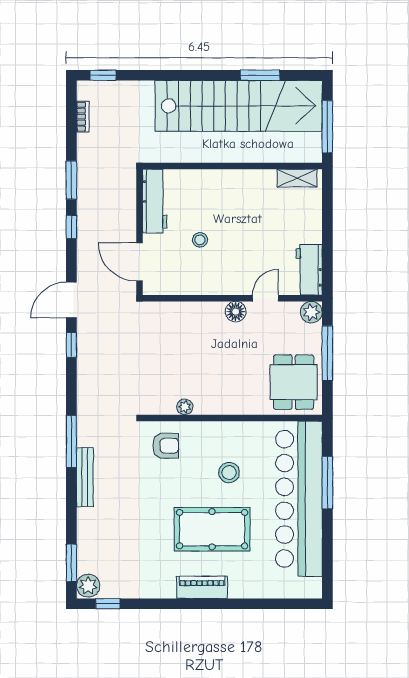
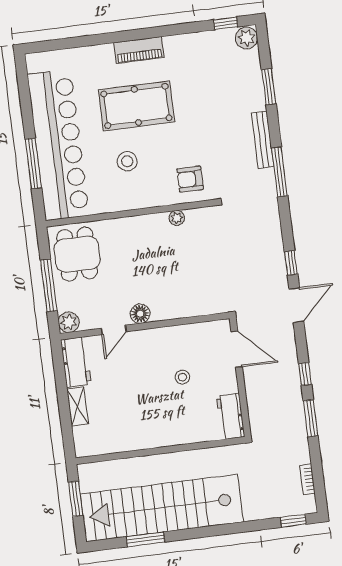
window: (327, 127) -> (76, 499), width x0.69
shelving: (297, 178) -> (78, 407), moved, turned 90
workbench: (155, 201) -> (231, 416), width x0.73
window: (71, 563) -> (269, 87), moved

